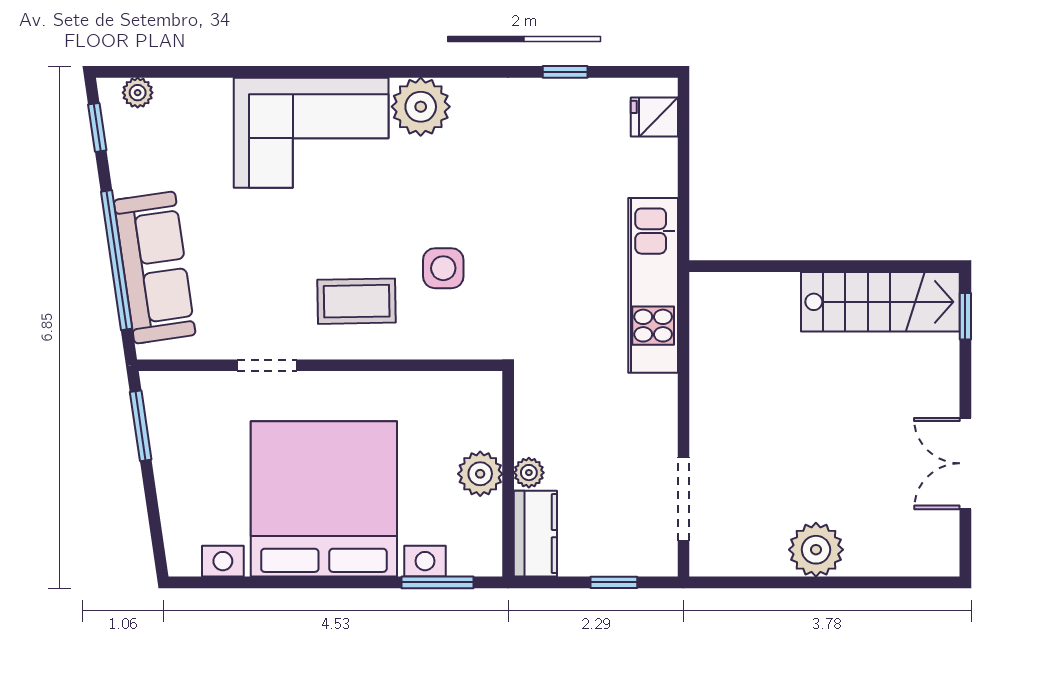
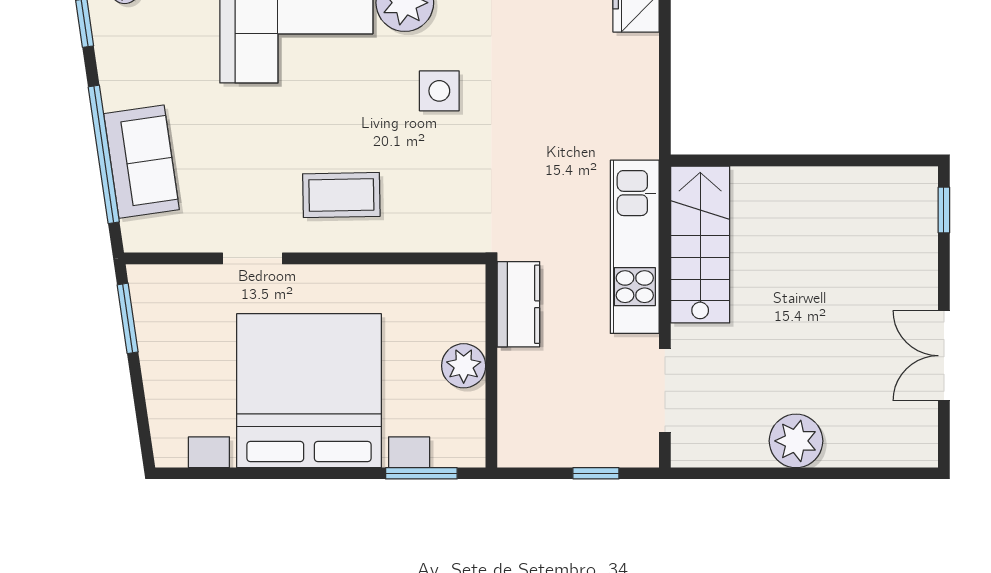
sofa: (155, 268) -> (141, 162), width x0.73
side table: (443, 268) -> (439, 91), moved
kitchen unit: (653, 285) -> (635, 247), moved
stairs: (880, 302) -> (700, 244), moved, turned -90
plant: (529, 473) -> (512, 365), removed
kitchen counter: (535, 534) -> (518, 304), moved

